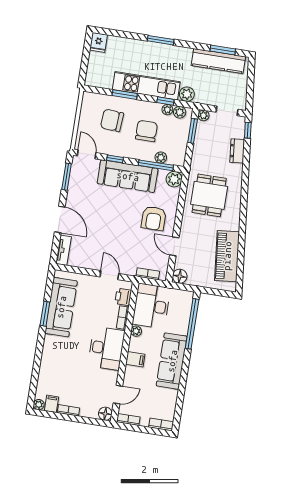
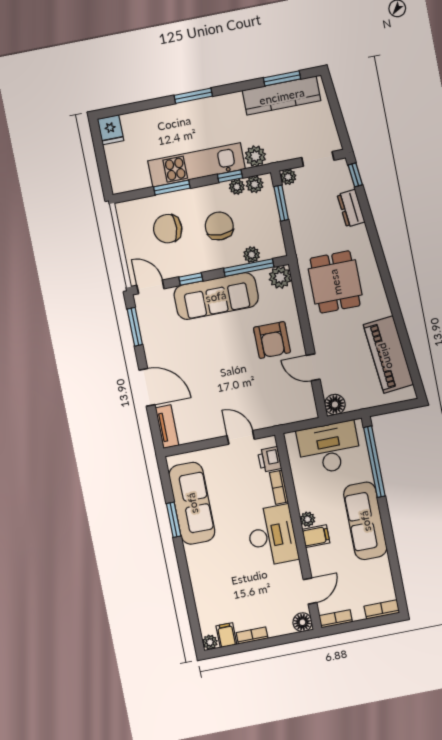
bookcase: (148, 274) -> (291, 417), removed
desk: (151, 306) -> (329, 448), moved, turned 90
plant: (136, 331) -> (308, 519), moved

